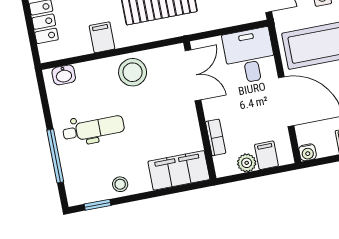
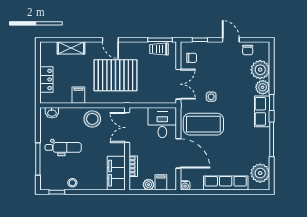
double door: (193, 75) -> (127, 128), swing flipped
filing cabinet: (179, 170) -> (116, 173), moved, turned -90

